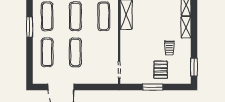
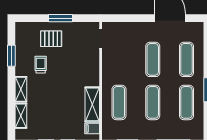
window: (194, 67) -> (11, 56), moved
pallet: (161, 70) -> (51, 39), turned 90

